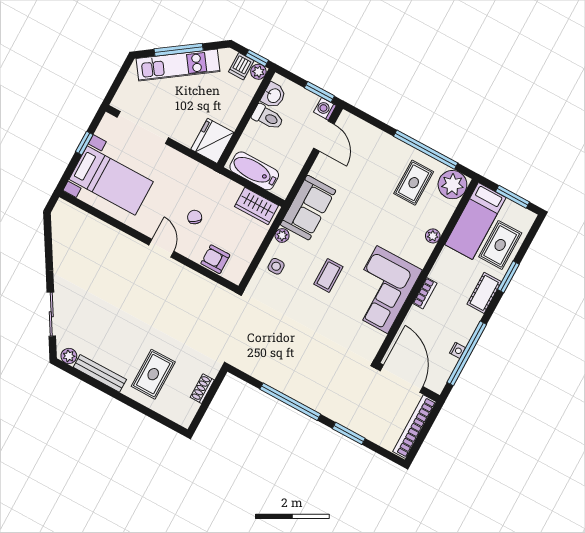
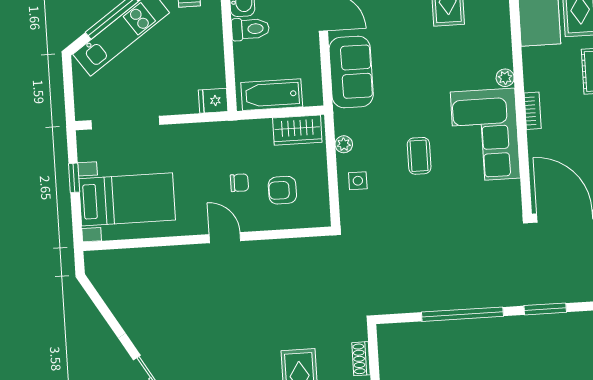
fridge: (212, 141) -> (213, 101), width x0.53, depth x0.75
sofa: (308, 208) -> (351, 72), moved
chair: (195, 217) -> (239, 183), turned 126
plant: (433, 236) -> (505, 78), moved
armchair: (215, 259) -> (282, 190), moved

